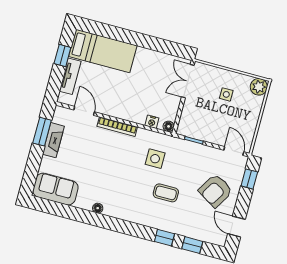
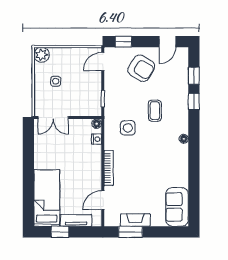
floor lamp: (98, 208) -> (184, 139), moved

